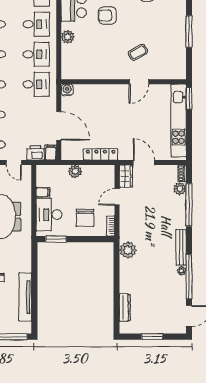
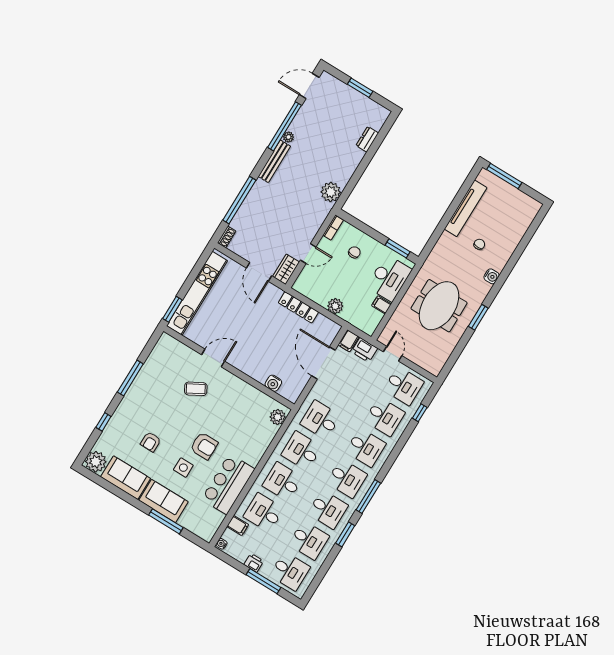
plant: (68, 37) -> (278, 417), moved
water cooler: (67, 90) -> (273, 383), moved
plant: (180, 189) -> (239, 222), removed
chair: (85, 218) -> (354, 252), width x0.54, depth x0.54
dresser: (125, 308) -> (367, 139), width x0.70

